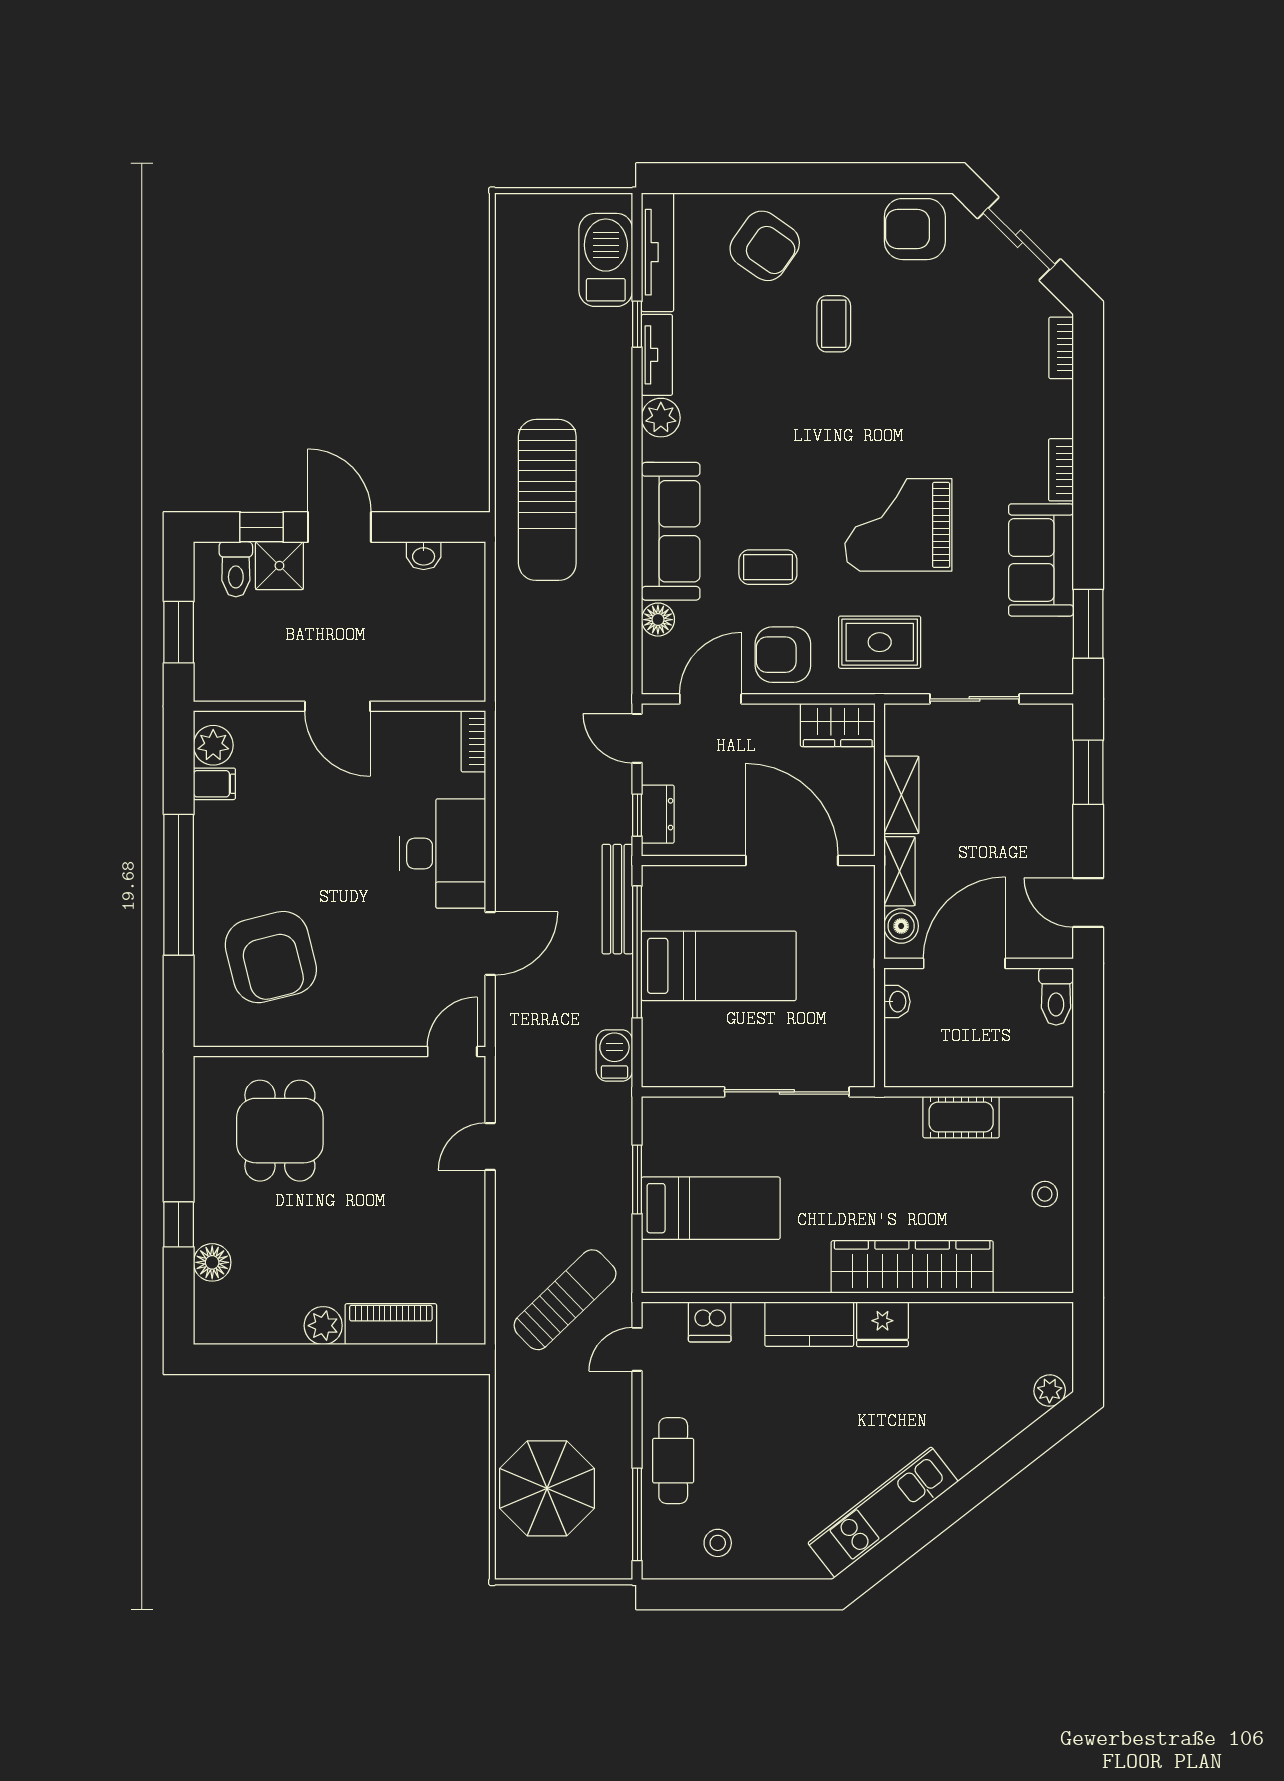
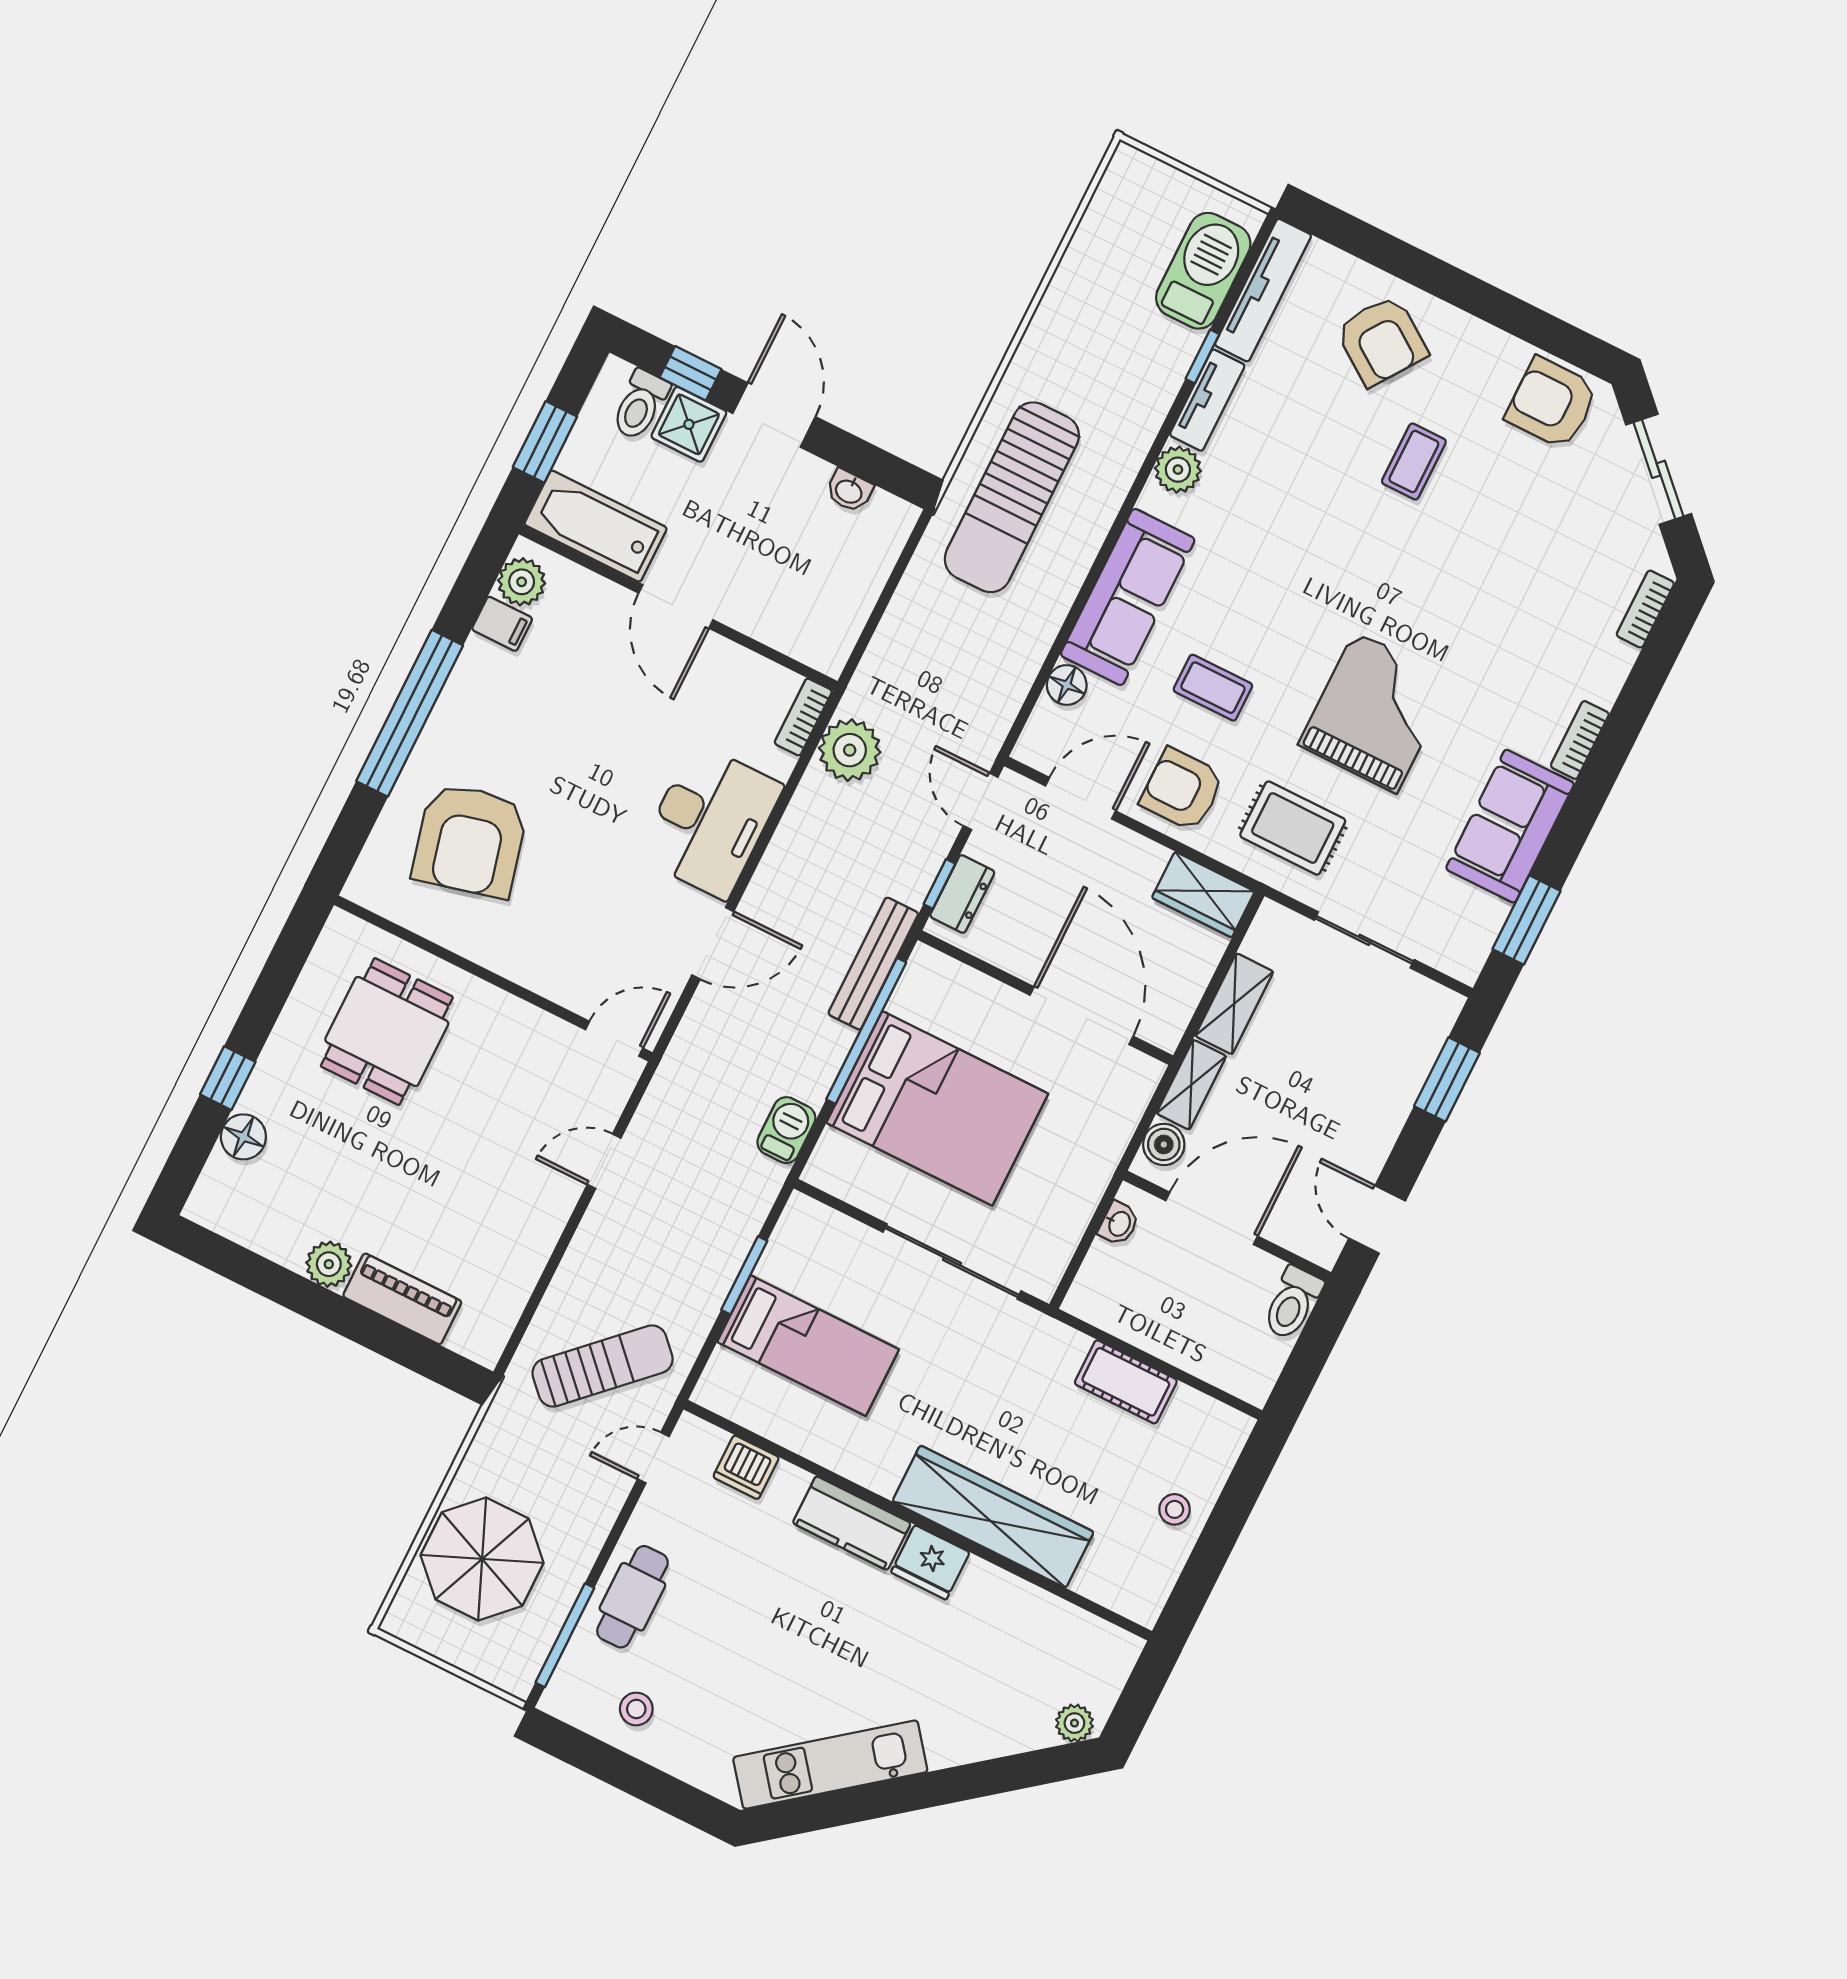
grand piano: (898, 525) -> (1376, 712), turned 90
bathtub: (248, 676) -> (596, 526), added
plant: (520, 749) -> (850, 750), added
bed: (719, 966) -> (937, 1108), width x1.50

